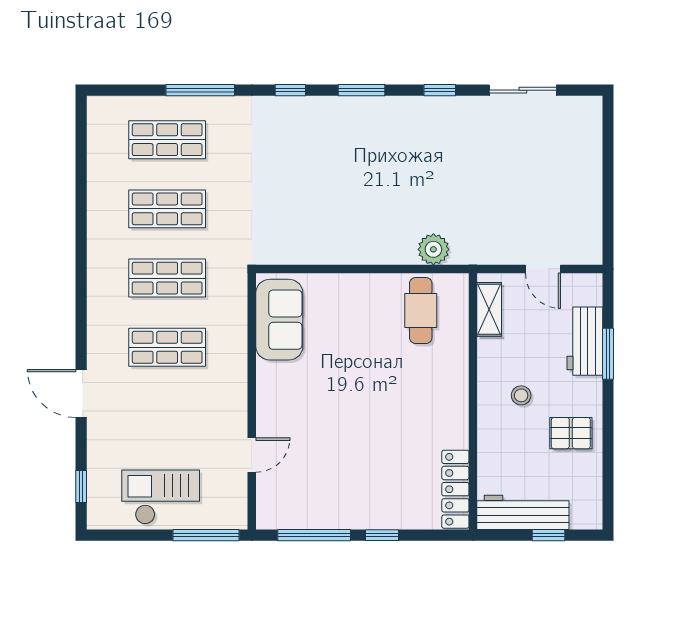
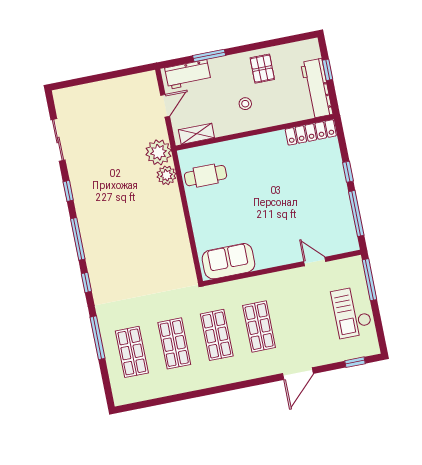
window: (361, 90) -> (78, 239), width x1.44
plant: (472, 244) -> (159, 152), added
workbench: (585, 341) -> (188, 74), moved

